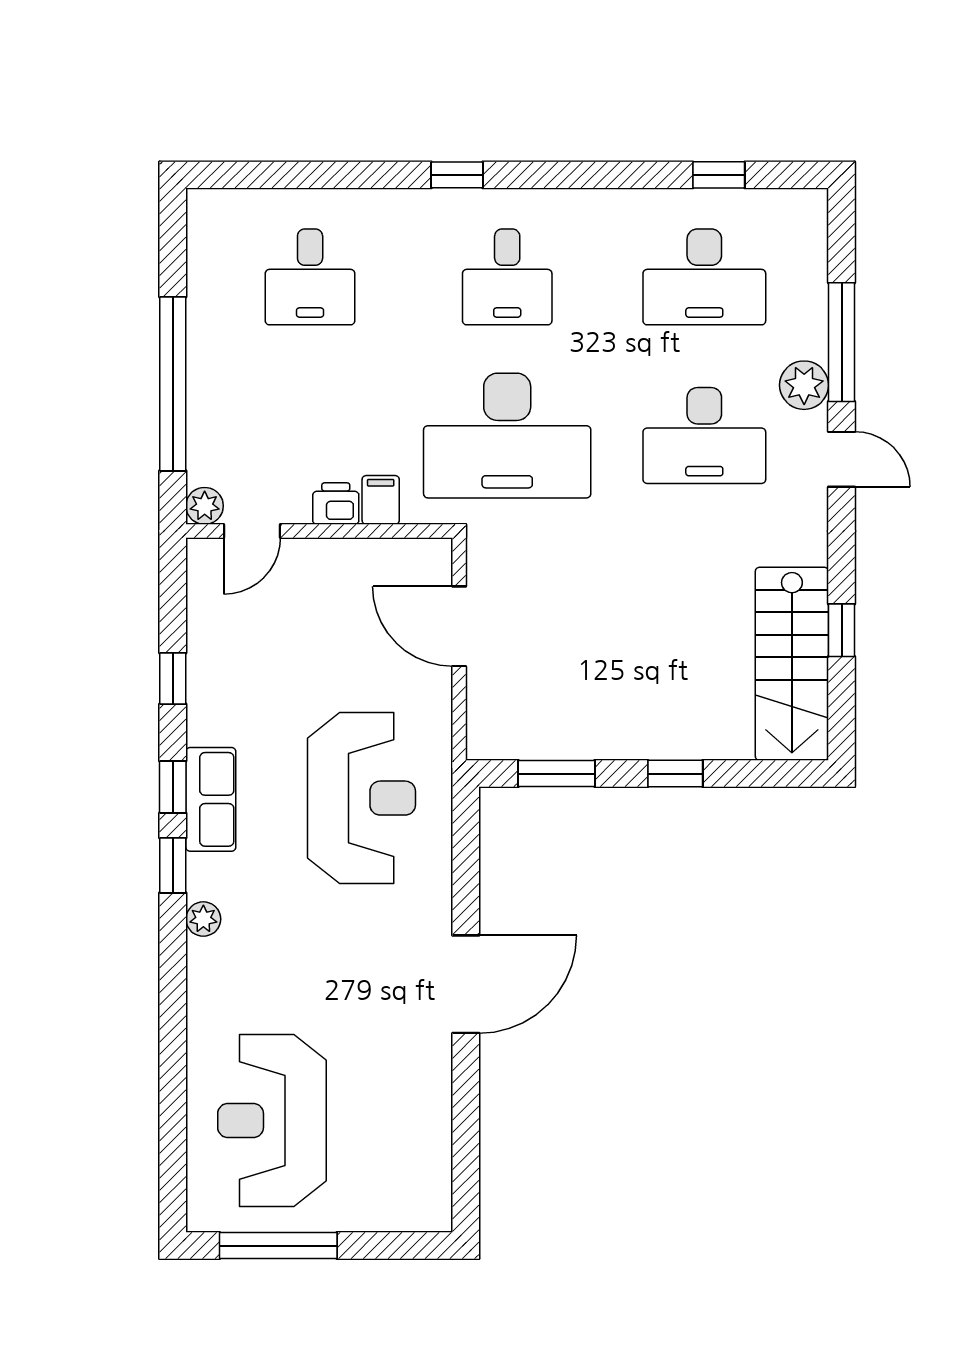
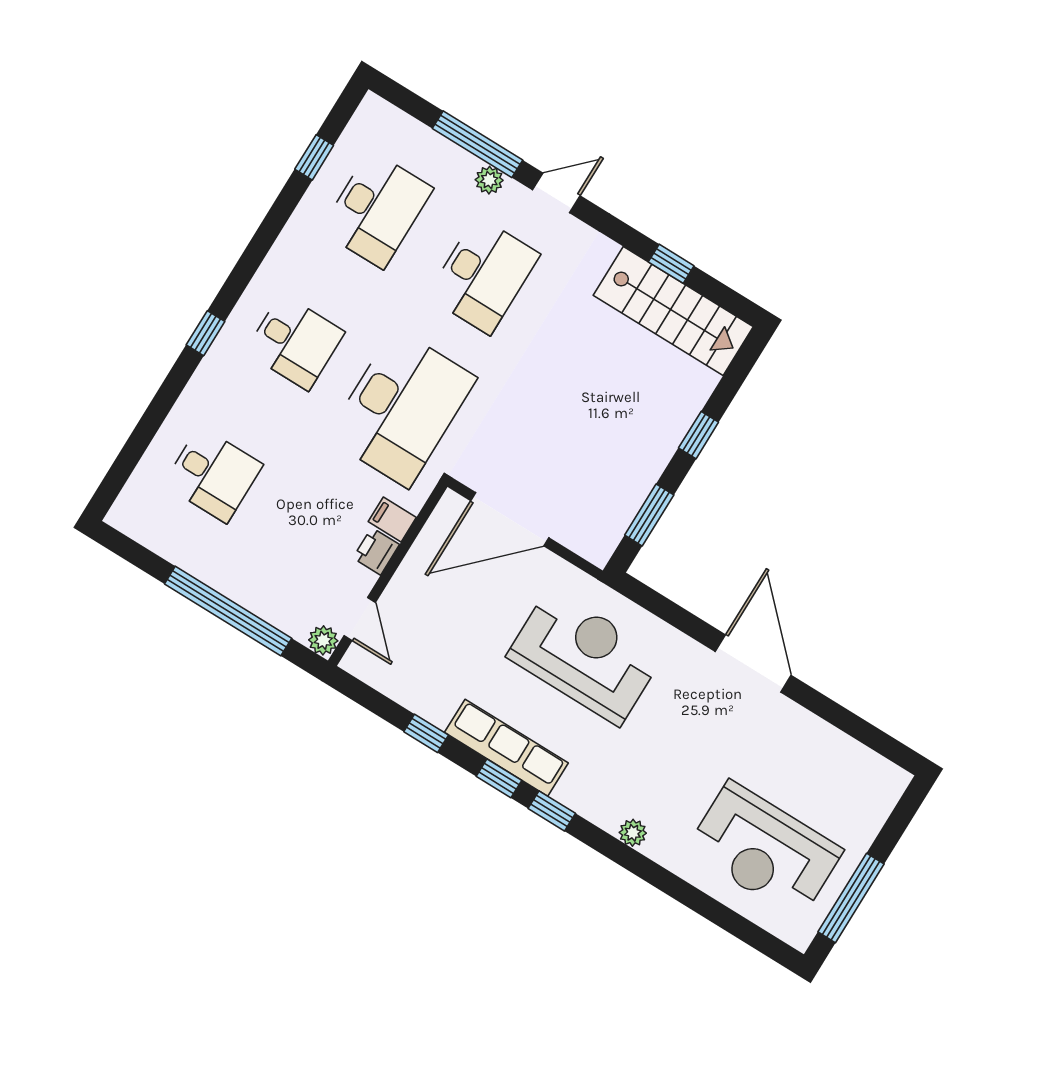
plant: (804, 385) -> (489, 180), width x0.73, depth x0.73
door: (459, 626) -> (510, 519), width x1.36
row of seats: (211, 799) -> (506, 748), width x1.48
plant: (203, 919) -> (633, 833), moved

